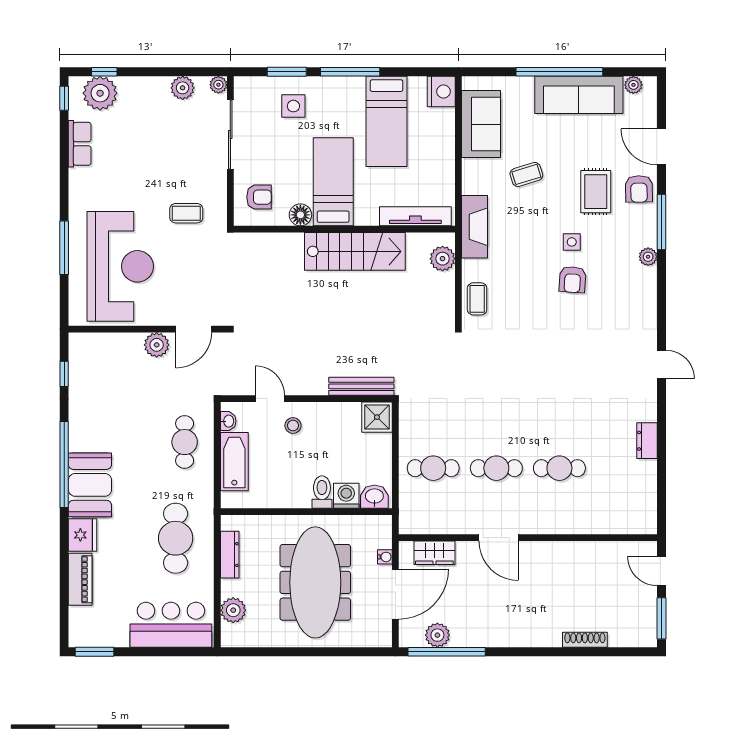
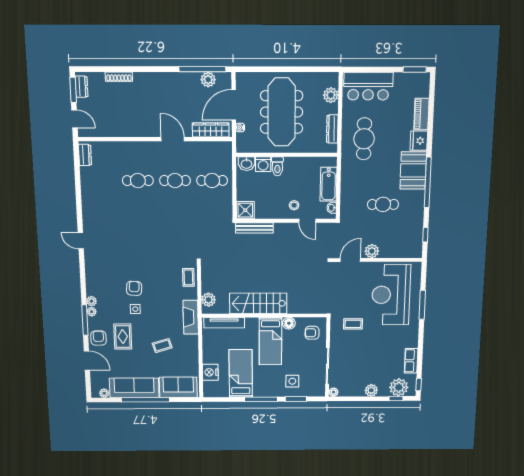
plant: (183, 88) -> (371, 390), moved
nightstand: (441, 92) -> (210, 372), moved
sofa: (481, 124) -> (178, 387), moved, turned 90
plant: (649, 238) -> (92, 312), added
dresser: (647, 441) -> (85, 155), moved
cafe table: (185, 442) -> (383, 204), moved, turned 90
wardrobe: (434, 553) -> (211, 130), width x1.50
dresser: (647, 623) -> (81, 87), added

